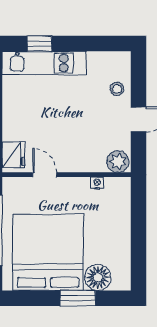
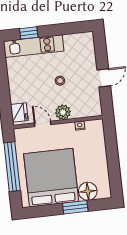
stool: (117, 89) -> (60, 81), moved
plant: (118, 161) -> (63, 112), moved

